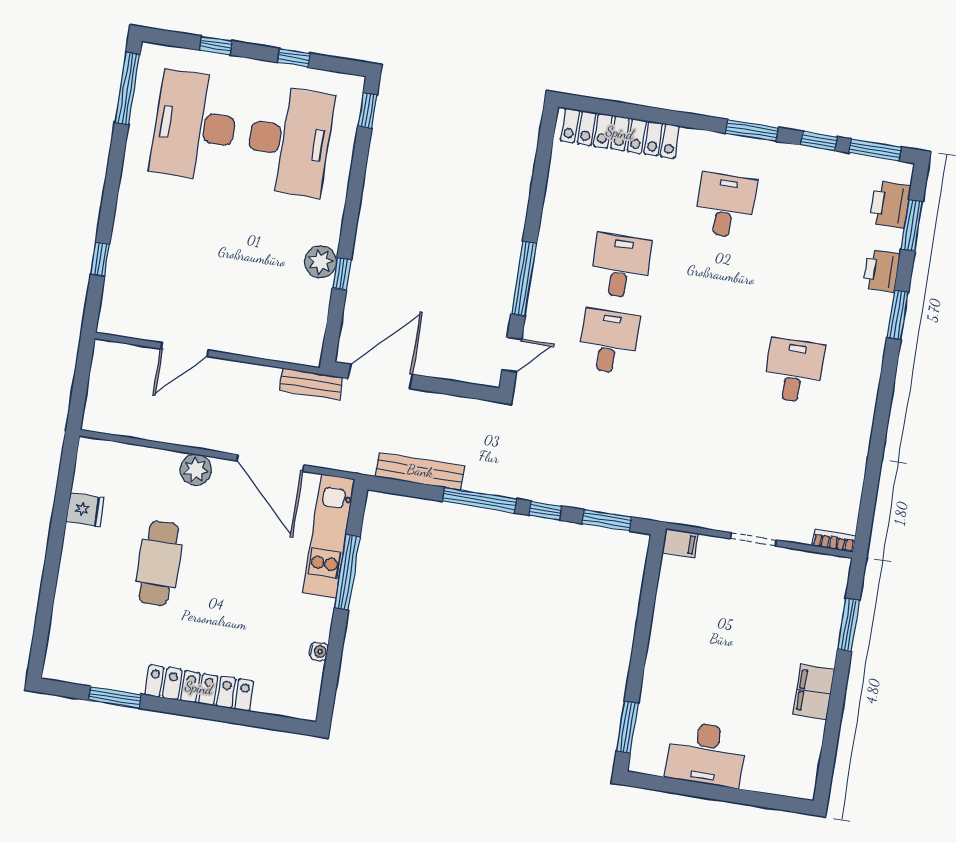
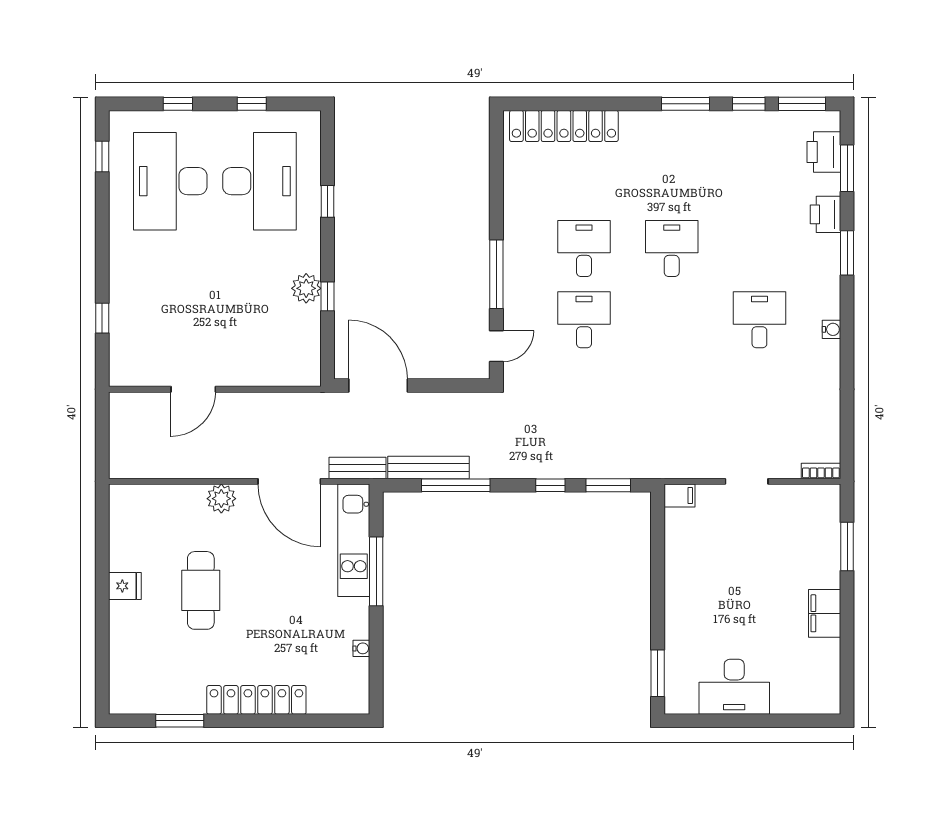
window: (127, 89) -> (102, 157), width x0.46
window: (368, 111) -> (327, 201), moved
desk: (725, 206) -> (672, 248), moved
door: (380, 376) -> (378, 385), hinge flipped
bench: (311, 384) -> (357, 468), moved
water cooler: (868, 393) -> (831, 329), added
window: (479, 500) -> (456, 485), moved
fridge: (85, 510) -> (125, 586), moved

